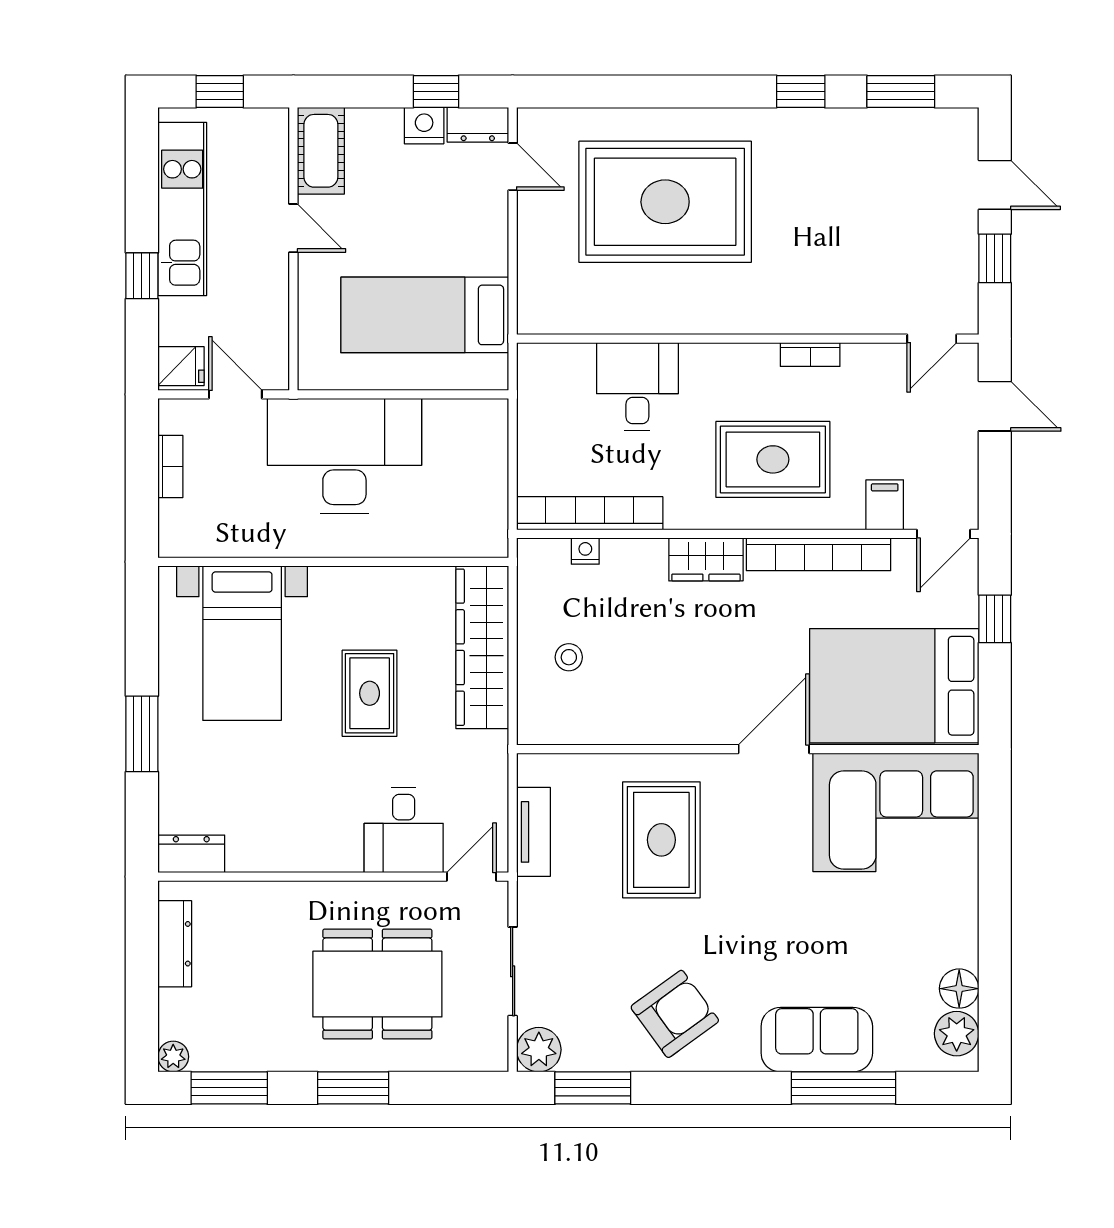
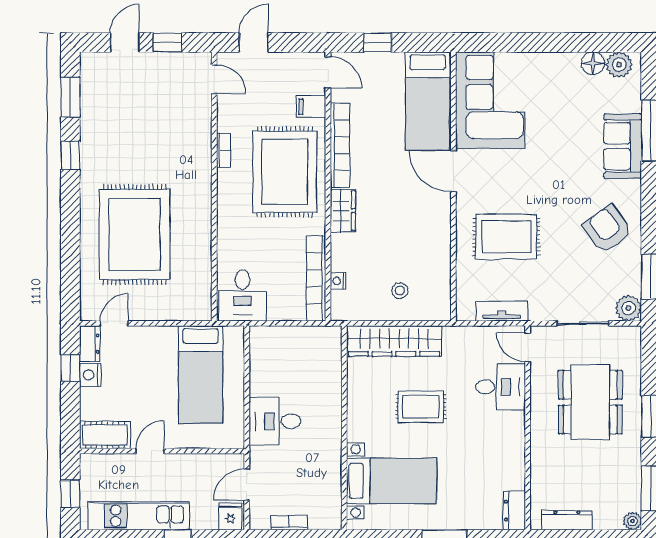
desk: (637, 387) -> (242, 295), moved, turned -90
desk: (344, 456) -> (275, 421), width x0.53, depth x0.77
rug: (773, 459) -> (285, 172), width x1.37, depth x1.44
bed: (894, 686) -> (428, 101), width x0.67

